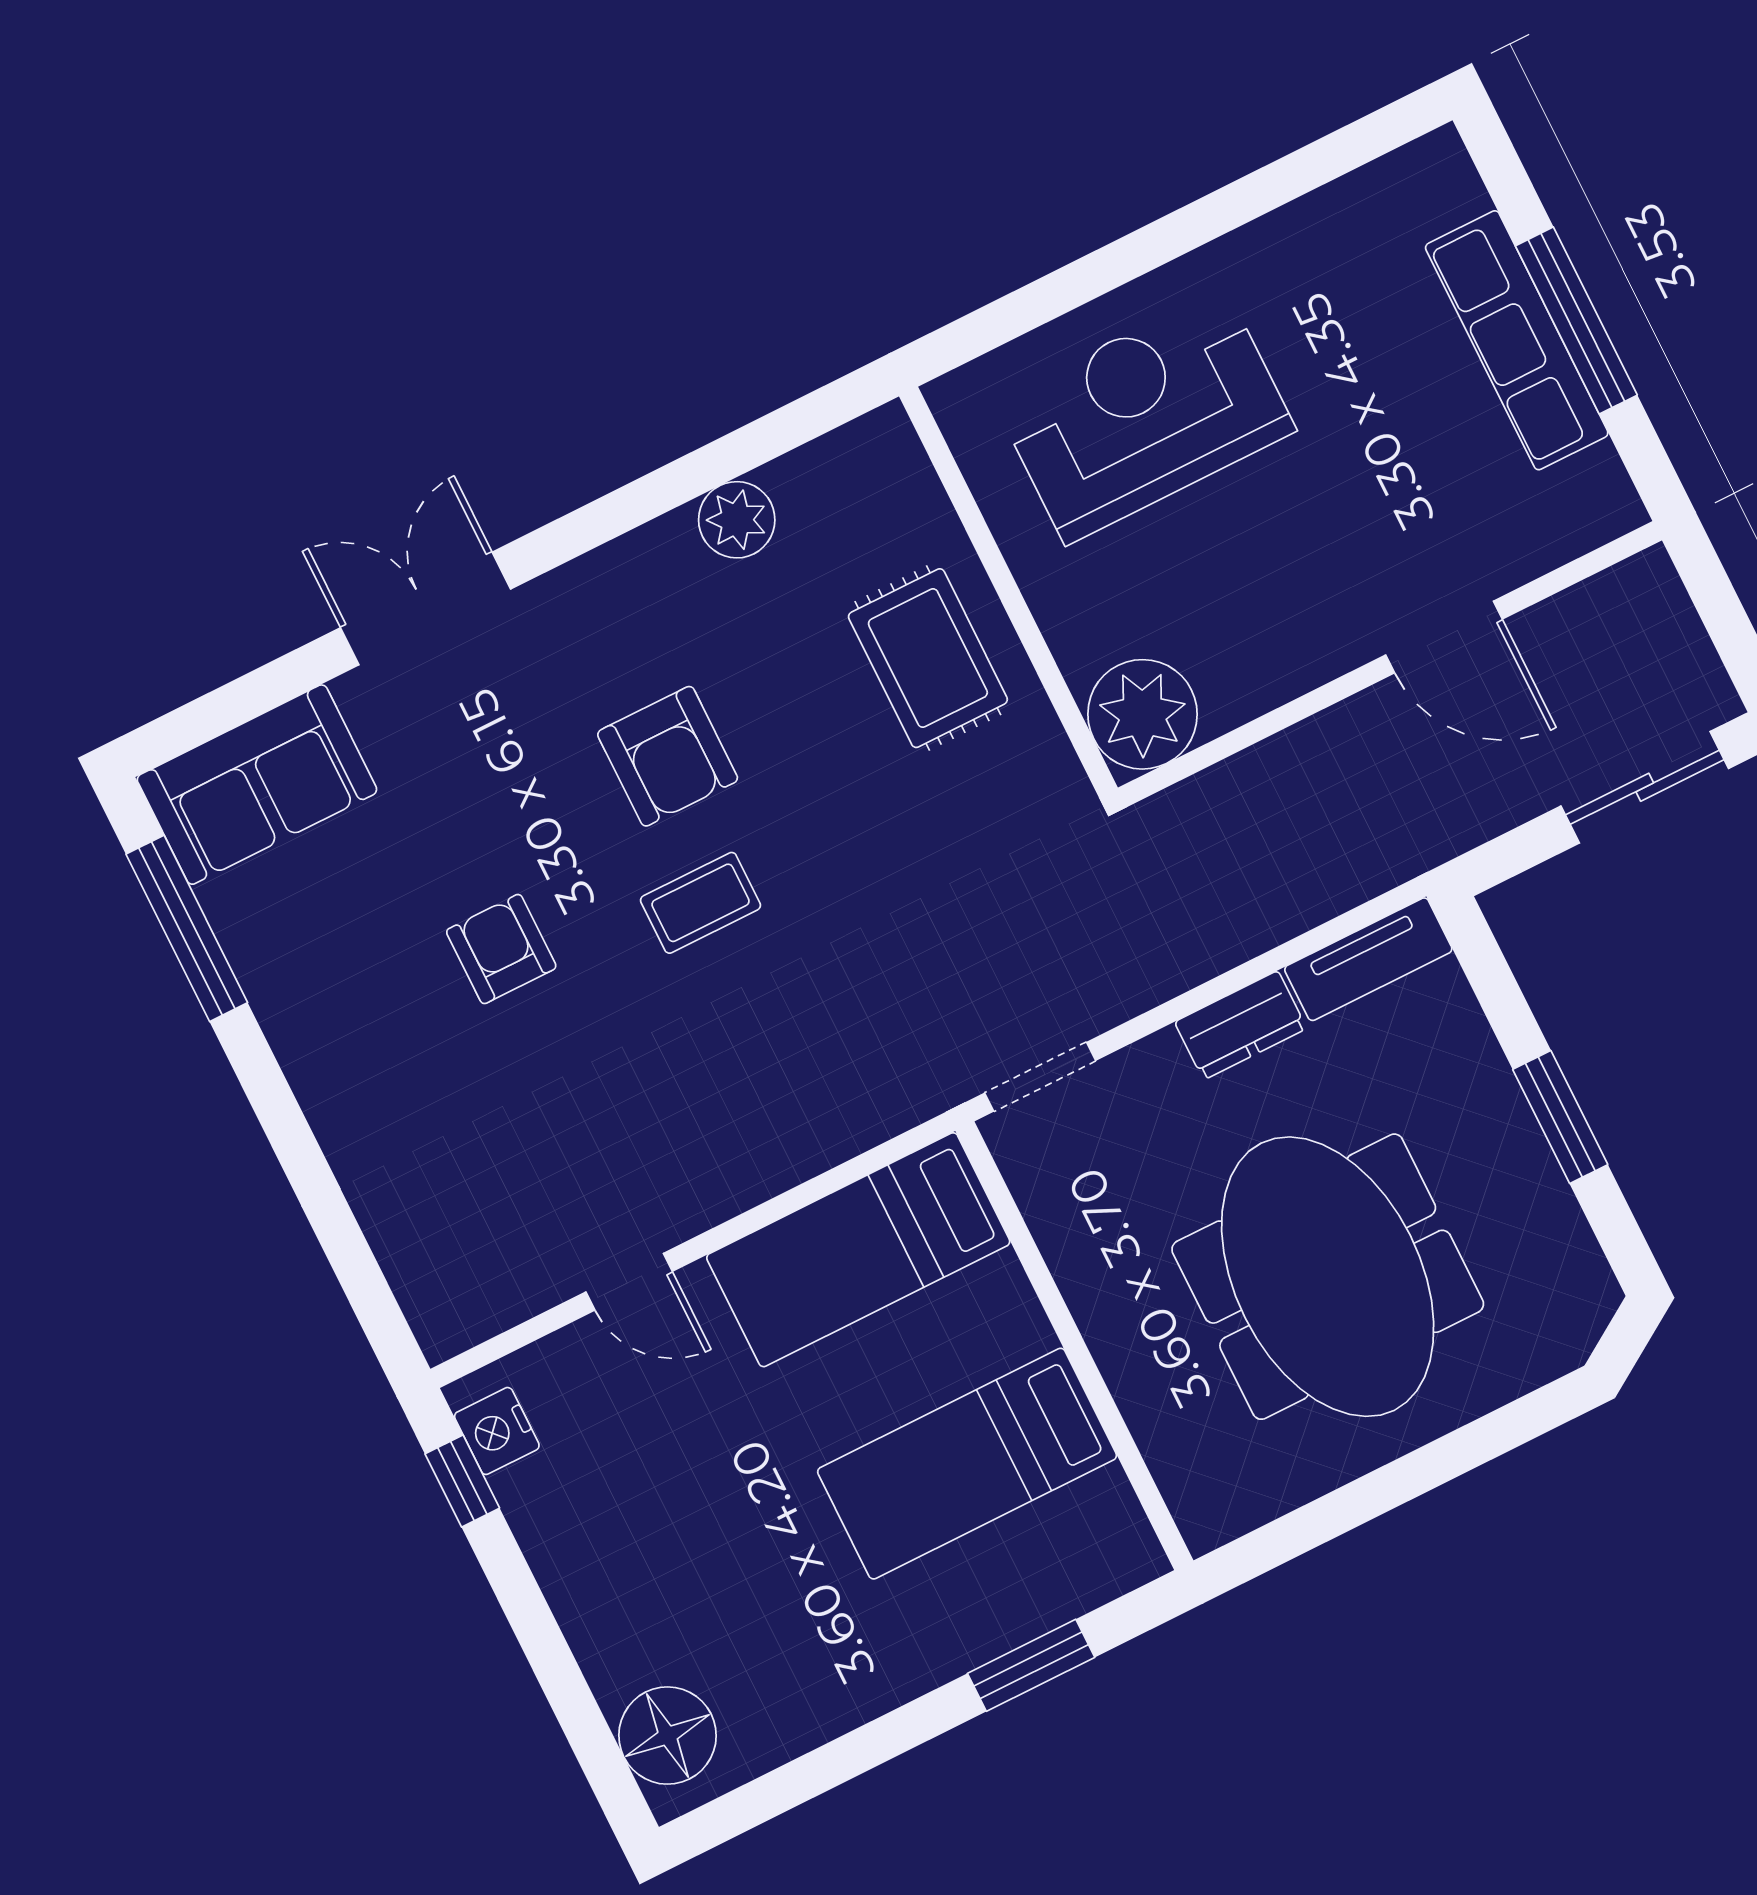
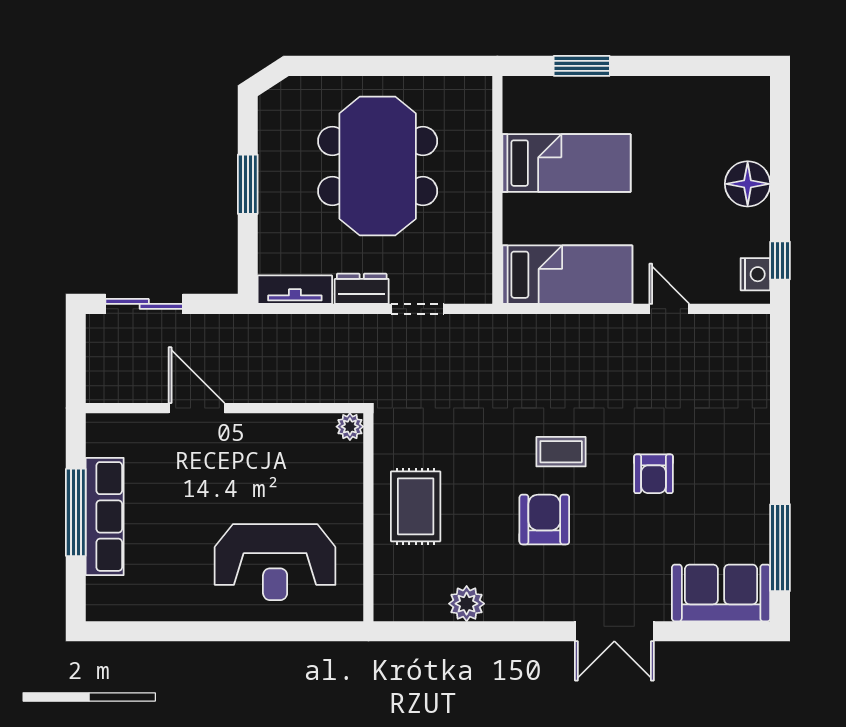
plant: (1143, 714) -> (350, 427), width x0.53, depth x0.53
doorway: (1040, 1077) -> (417, 309), moved
floor lamp: (668, 1736) -> (748, 184), moved

